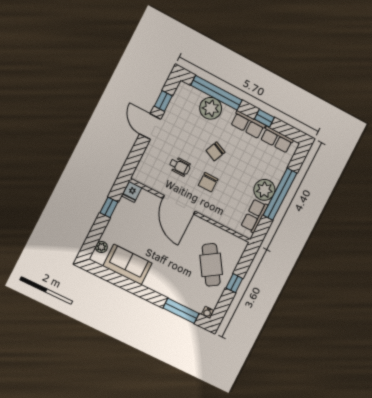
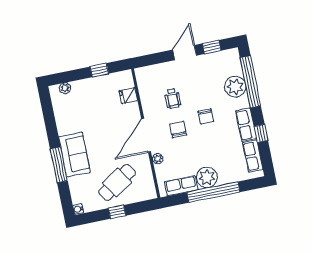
chair: (215, 151) -> (206, 116), turned -114
chair: (208, 182) -> (178, 130), turned 90
fridge: (132, 192) -> (128, 96), moved
door: (179, 205) -> (146, 135), moved
plant: (218, 217) -> (158, 159), added
sofa: (127, 265) -> (74, 155), moved
window: (181, 311) -> (59, 165), moved

